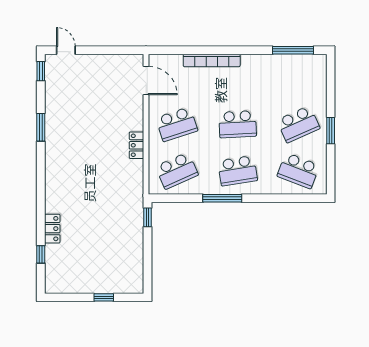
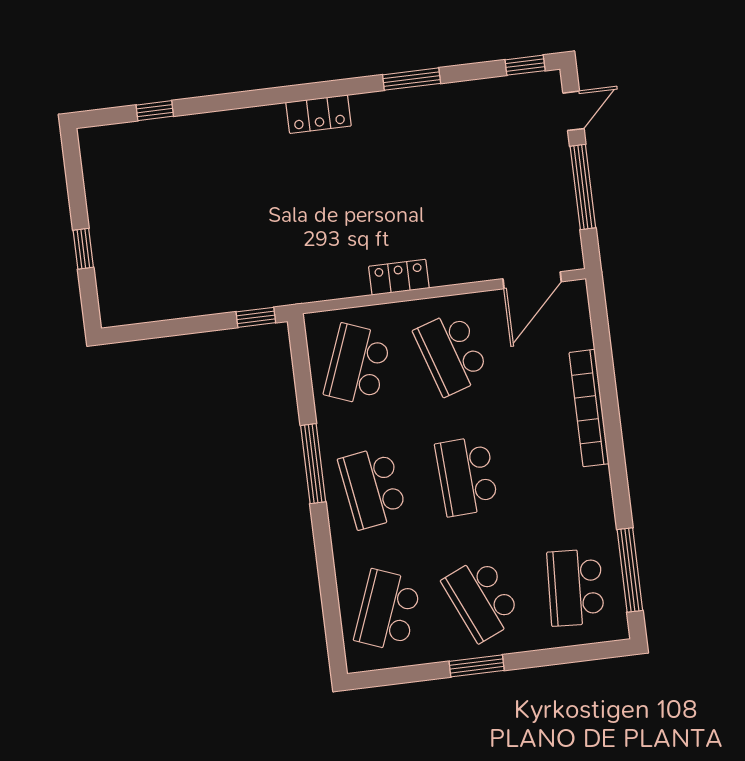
window: (104, 50) -> (583, 187), added
school desk: (298, 78) -> (576, 588), added
school desk: (177, 171) -> (358, 365), turned 45
locker: (52, 229) -> (319, 114), moved

